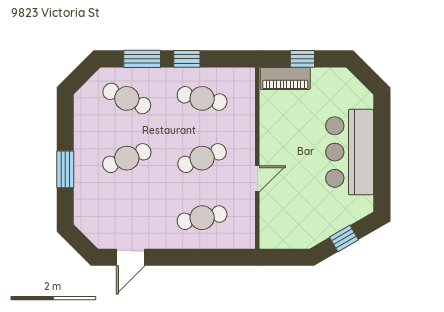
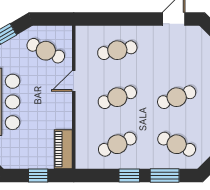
piano: (285, 78) -> (63, 149), moved, turned -90
cafe table: (202, 98) -> (117, 144), turned -36
cafe table: (293, 217) -> (46, 51), added

